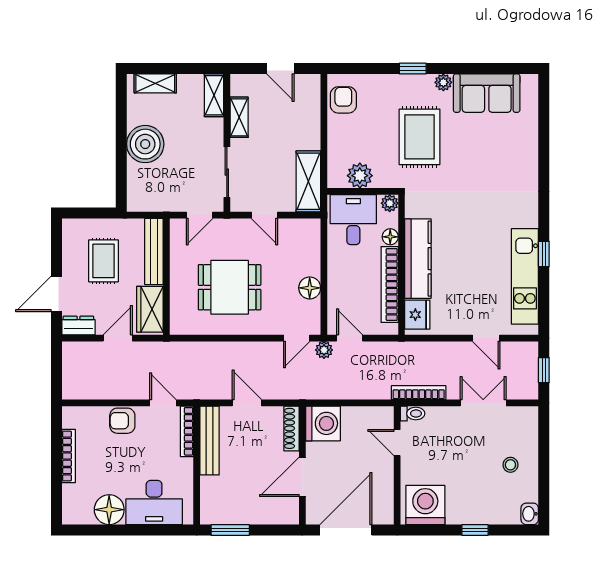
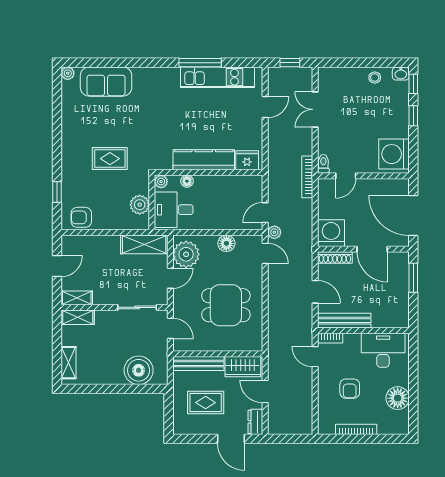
window: (413, 69) -> (57, 192), moved
plant: (443, 82) -> (68, 73), moved
sofa: (487, 93) -> (106, 82), moved, turned 90
shelving: (239, 117) -> (77, 298), moved
rug: (420, 137) -> (110, 159), width x0.73, depth x0.70
boiler: (145, 144) -> (139, 370), moved
plant: (295, 236) -> (186, 254), added
window: (544, 254) -> (200, 63), width x2.17
bookcase: (390, 285) -> (224, 182), removed
dining table: (230, 287) -> (226, 305), turned 90
bookcase: (419, 393) -> (307, 177), moved
door: (163, 403) -> (315, 357), hinge flipped
door: (247, 403) -> (315, 292), swing flipped
armchair: (122, 421) -> (350, 389), moved
bookcase: (187, 431) -> (330, 338), width x0.64
stool: (510, 465) -> (375, 78), moved
desk: (154, 502) -> (383, 350), moved, turned -90
window: (230, 530) -> (413, 278), moved
window: (516, 530) -> (413, 84), added

